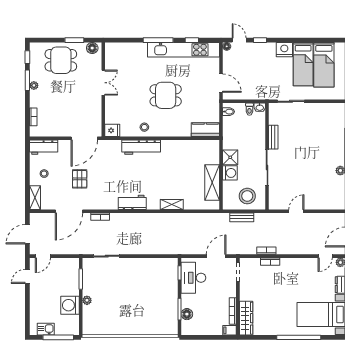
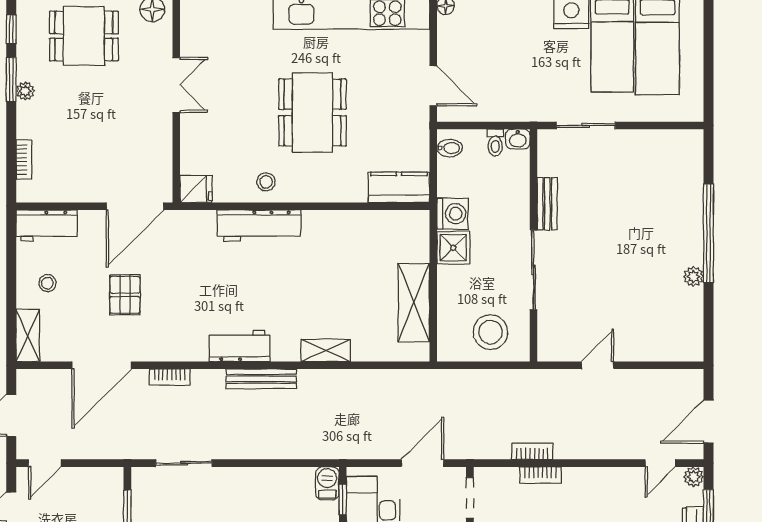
dining table: (166, 95) -> (312, 112), width x1.38
washing machine: (230, 173) -> (453, 214), moved
bench: (242, 217) -> (261, 379), moved, width x1.36
barbecue: (172, 265) -> (327, 483), added

